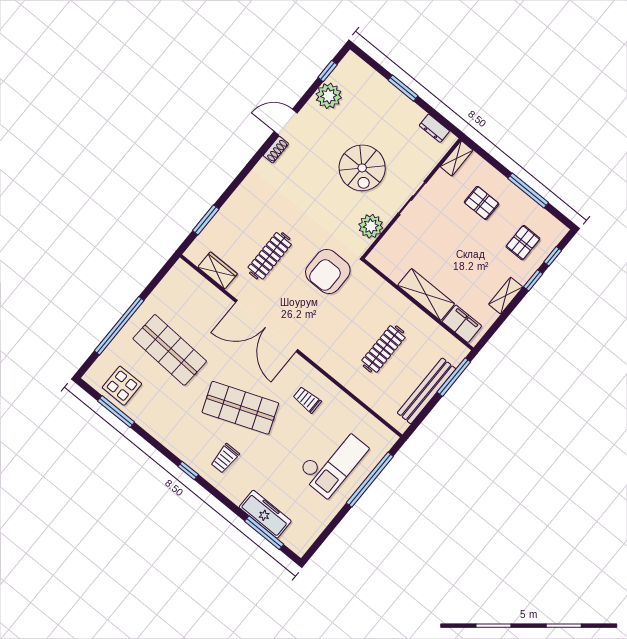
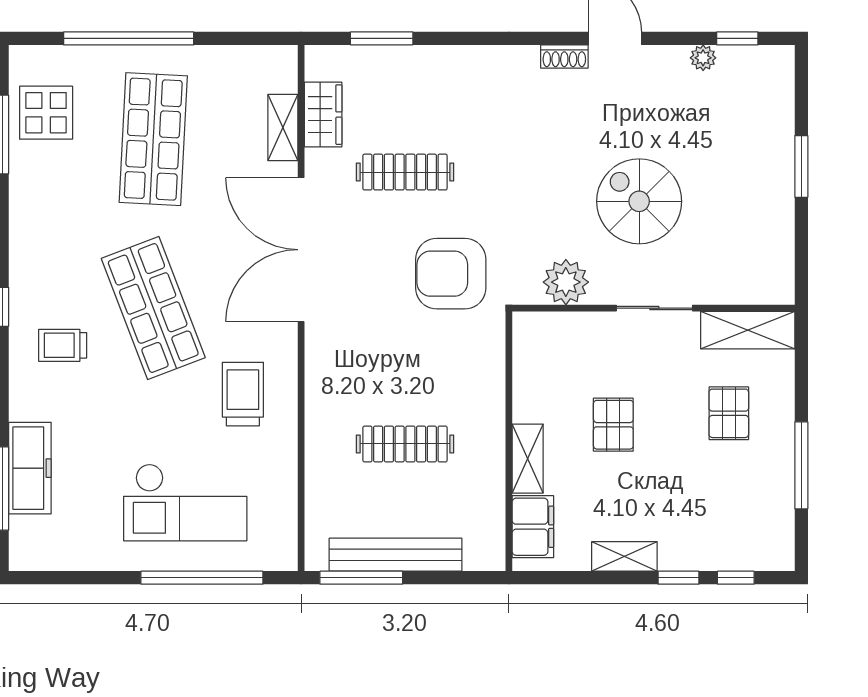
plant: (329, 96) -> (703, 58), width x0.53, depth x0.53
dresser: (434, 128) -> (781, 258), removed
shelving: (457, 158) -> (748, 330), width x1.50, depth x1.33
spiral stairs: (362, 168) -> (639, 201), turned 90
pallet: (523, 243) -> (613, 425), moved, turned 90
shelving: (209, 292) -> (283, 128), added
shelving: (426, 295) -> (528, 459), width x0.67, depth x0.75
window: (454, 377) -> (361, 578), moved
trolley: (307, 400) -> (243, 394), width x1.36, depth x1.39

